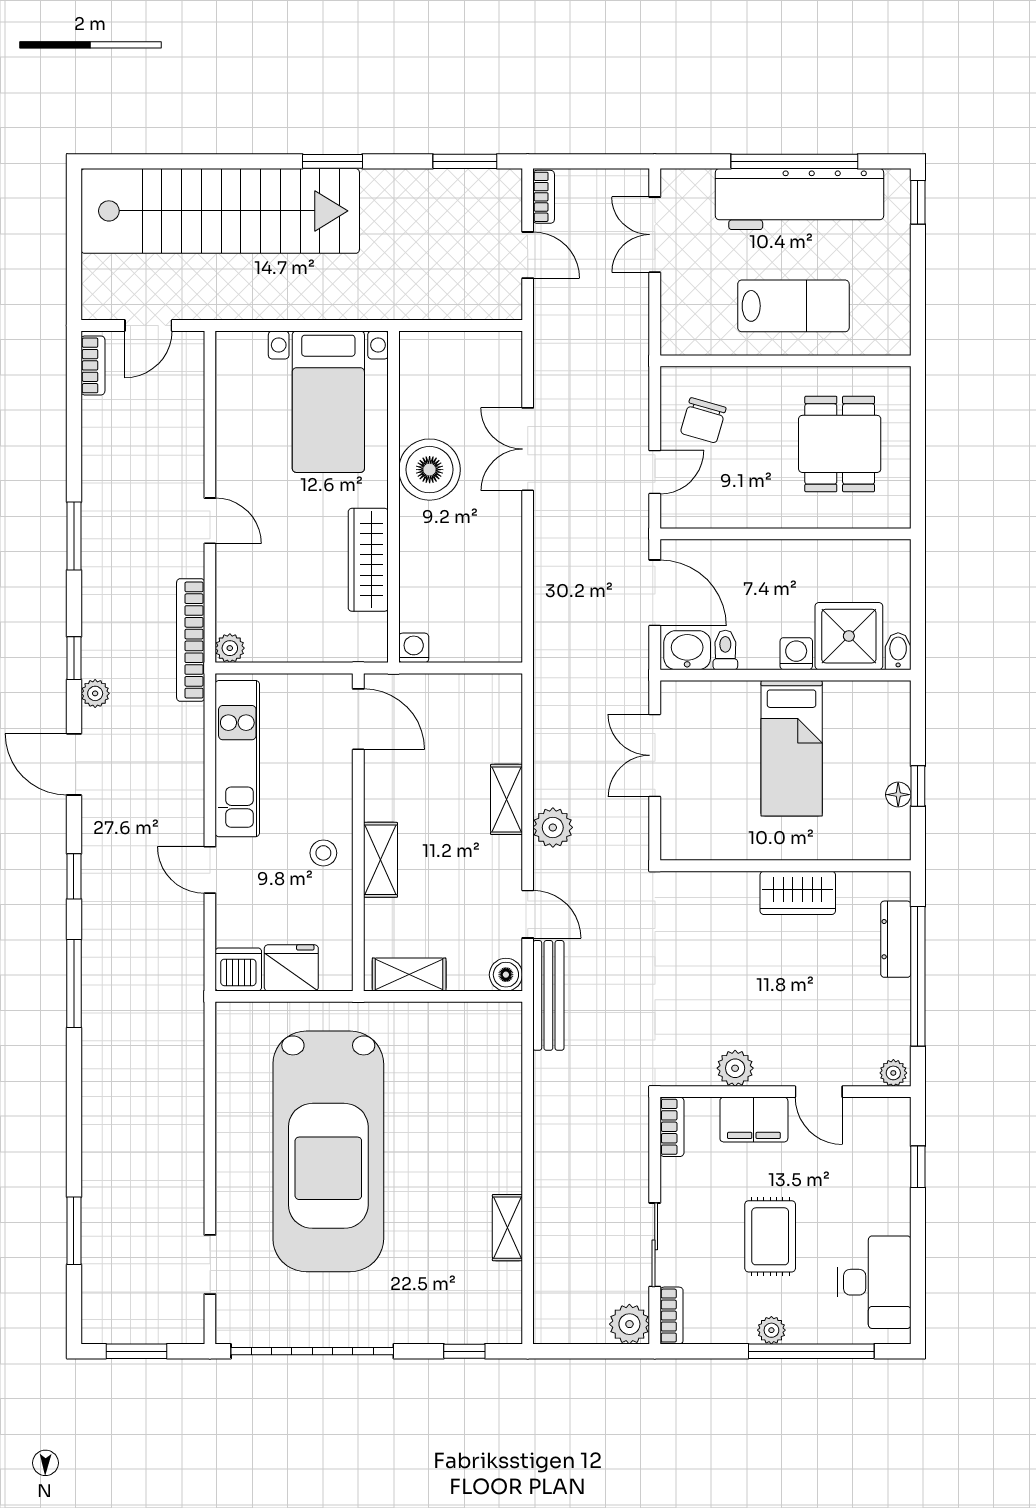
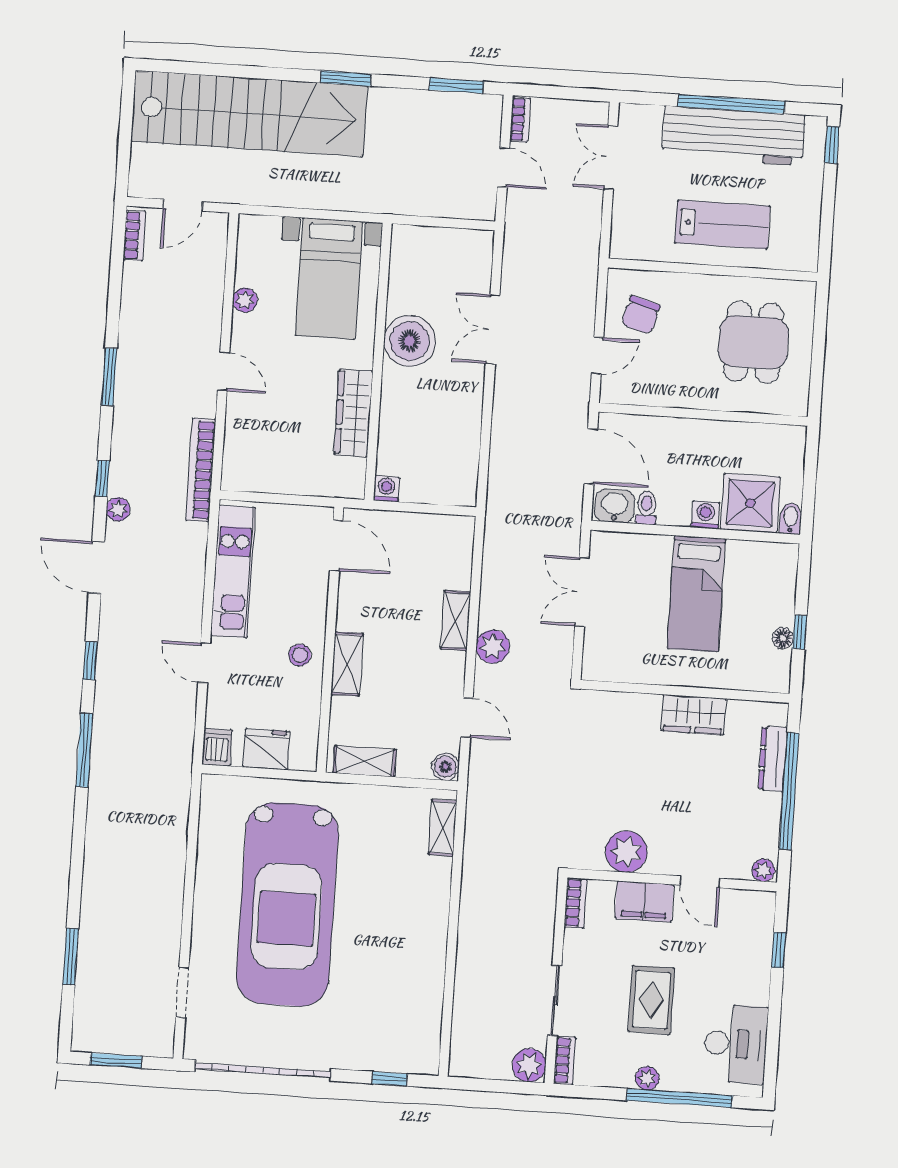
plant: (230, 648) -> (245, 300), moved
dishwasher: (238, 969) -> (217, 747), width x0.73
bench: (548, 995) -> (480, 786), removed
plant: (735, 1068) -> (626, 852), width x1.36, depth x1.36
shelving: (507, 1228) -> (443, 828), moved

